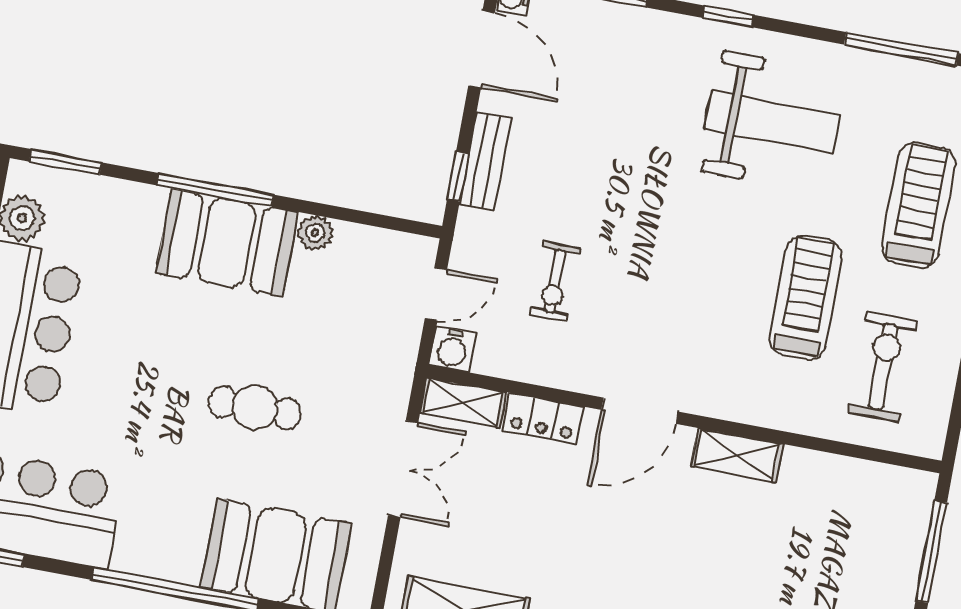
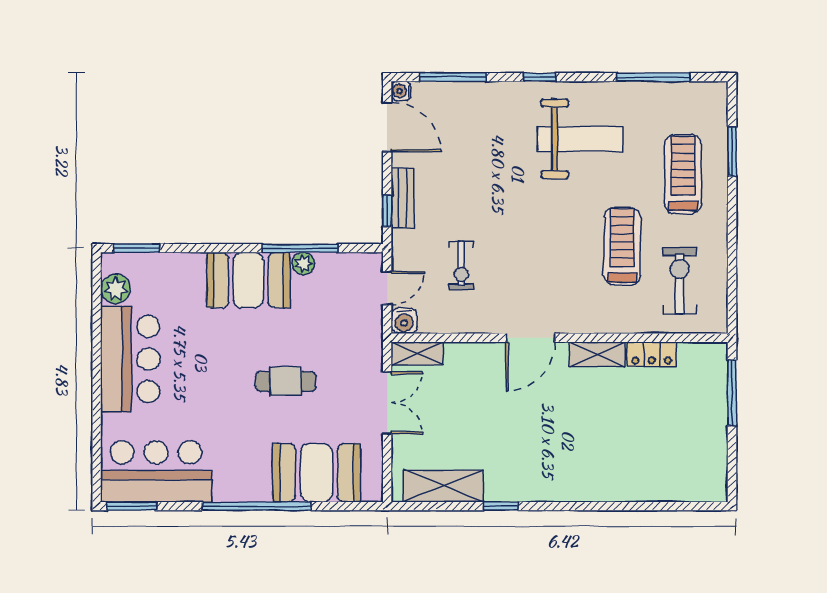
window: (215, 190) -> (300, 248), moved
locker: (543, 418) -> (652, 354), moved

